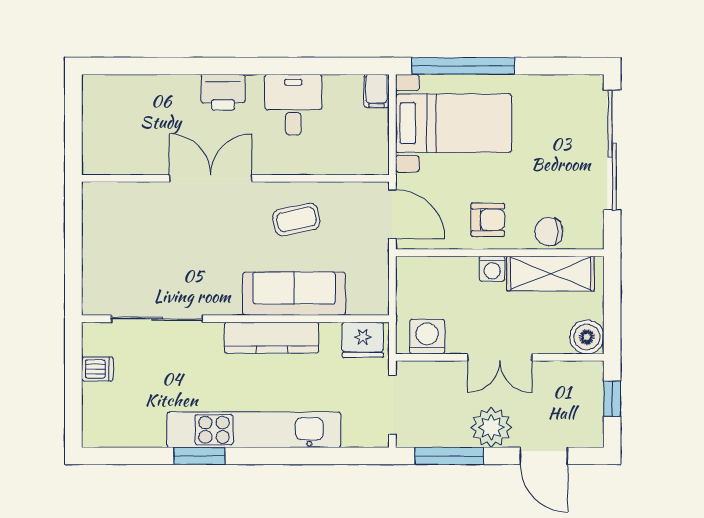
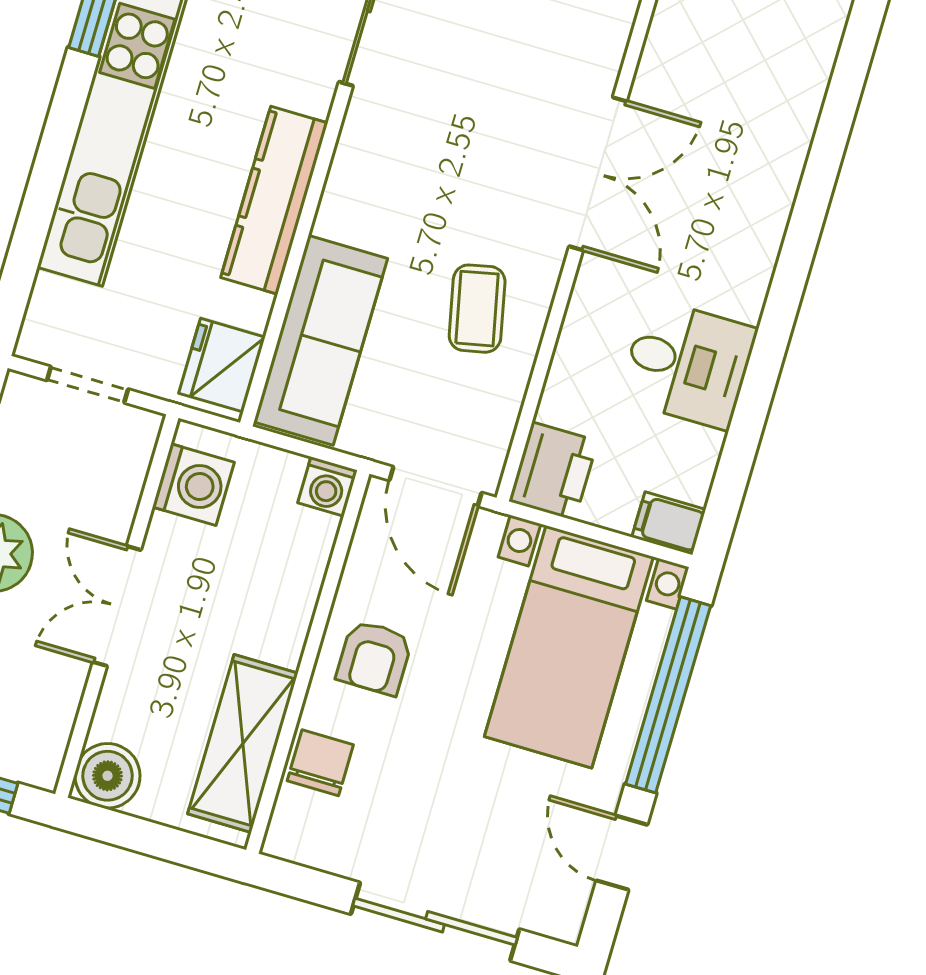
door: (550, 66) -> (622, 853), added
printer: (223, 92) -> (553, 471), moved, turned 180
sliding door: (612, 150) -> (435, 922), width x0.73
door: (392, 214) -> (435, 486), hinge flipped
washing machine: (492, 269) -> (327, 487), moved, turned -90
sofa: (294, 294) -> (321, 340), moved
doorway: (392, 405) -> (88, 385), width x0.73

